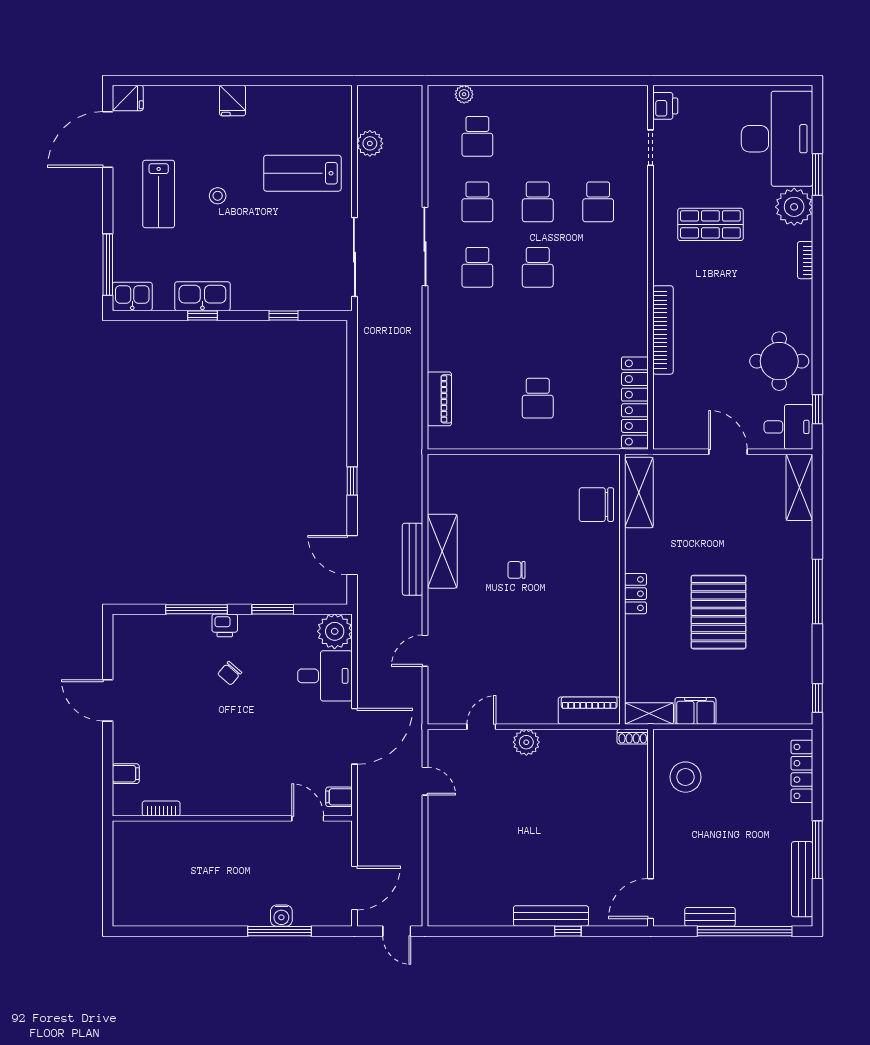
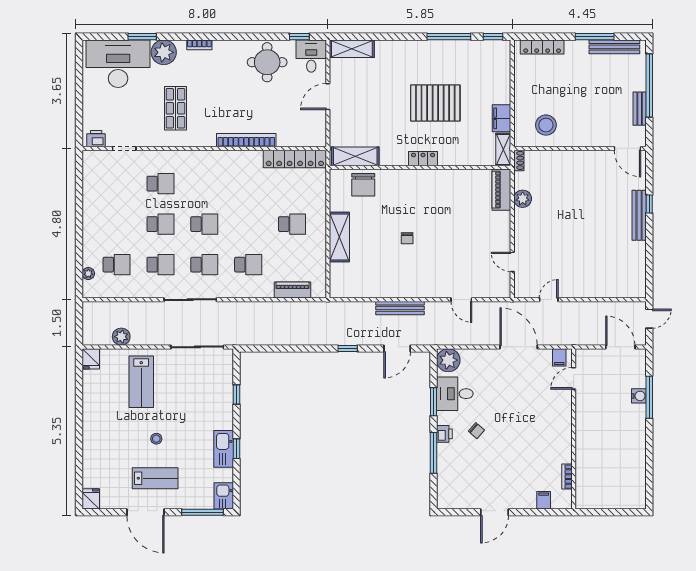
fridge: (233, 101) -> (91, 359), moved, turned 90
door: (108, 139) -> (145, 512), moved
school desk: (477, 333) -> (248, 265), added
shelving: (442, 551) -> (339, 237), moved, turned 90
window: (817, 591) -> (449, 37), moved
desk: (325, 676) -> (455, 394), moved, turned -90
plant: (526, 742) -> (523, 199), moved

